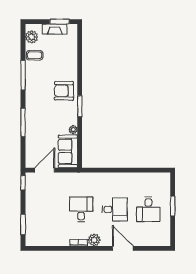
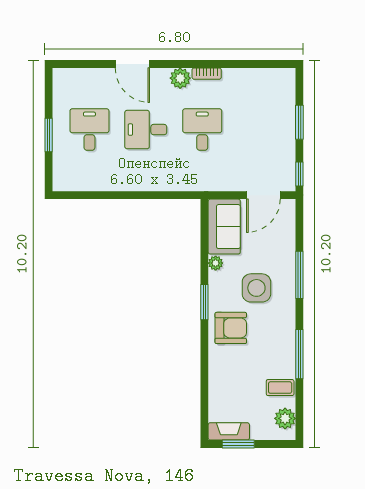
fireplace: (55, 29) -> (229, 431), moved
side table: (49, 115) -> (256, 288), added
desk: (81, 209) -> (202, 130), turned 180
window: (23, 224) -> (299, 122), moved

